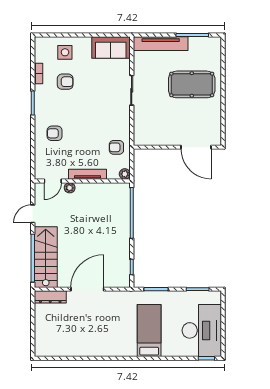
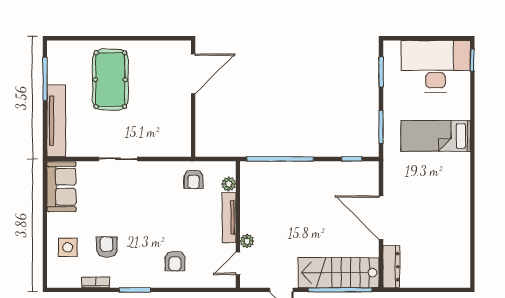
plant: (125, 174) -> (229, 184), moved
door: (53, 181) -> (238, 263), swing flipped

